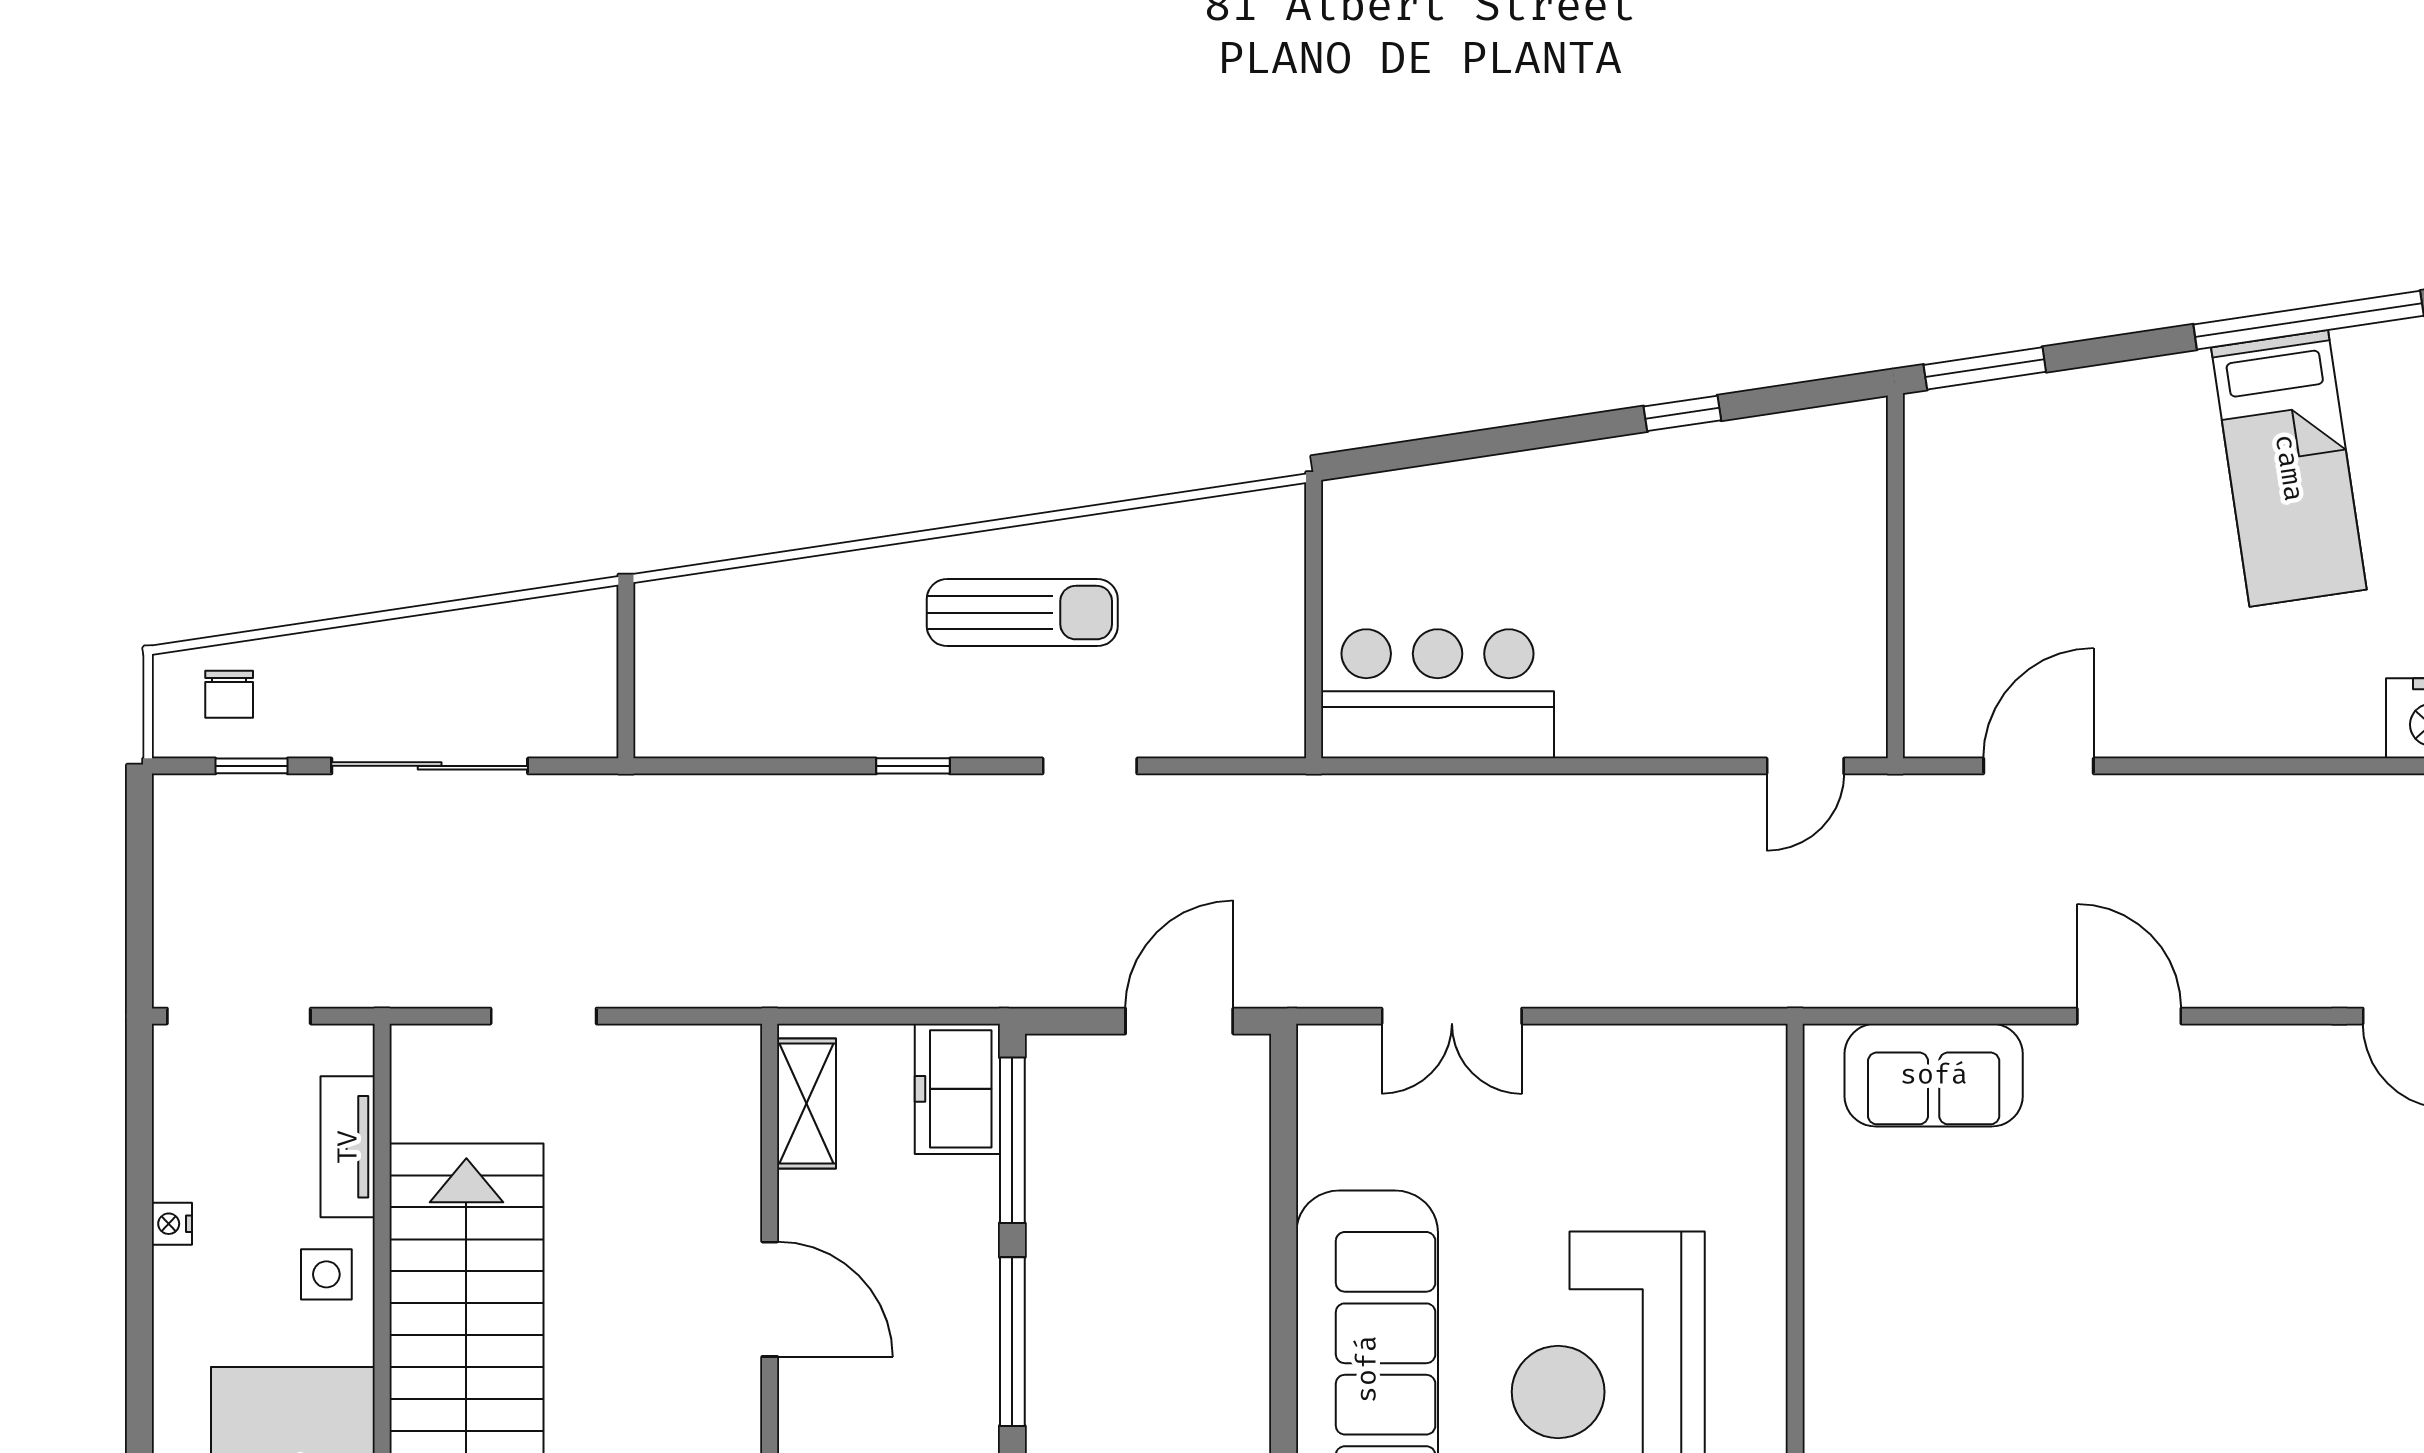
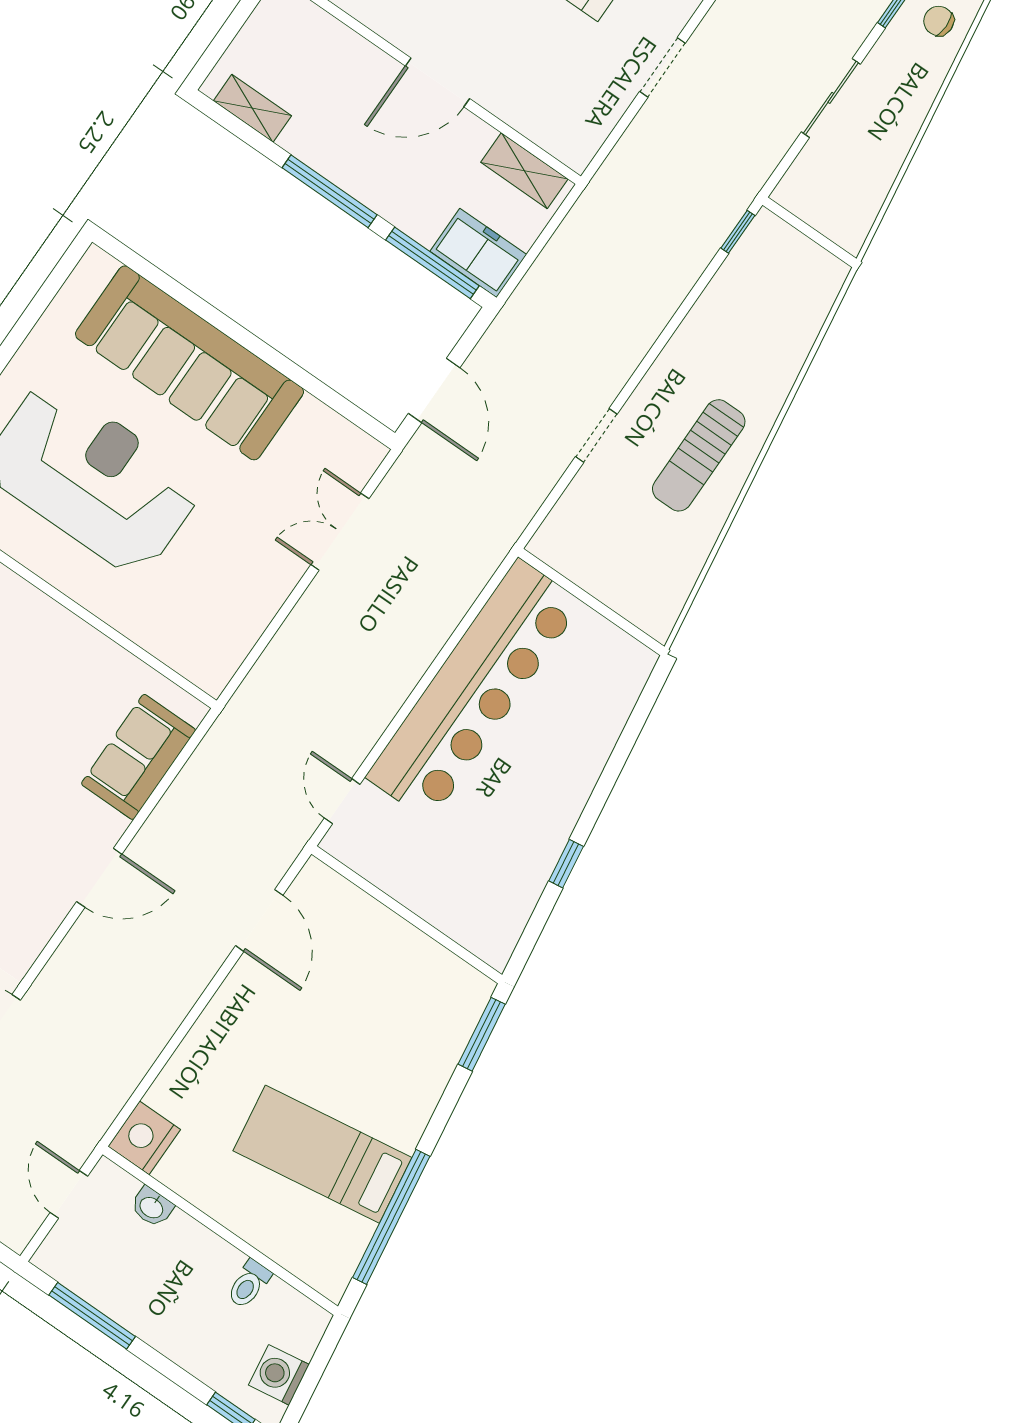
bar counter: (1438, 694) -> (474, 690), width x1.86
sliding door: (430, 766) -> (831, 98), width x0.73
window: (913, 766) -> (738, 232), moved

